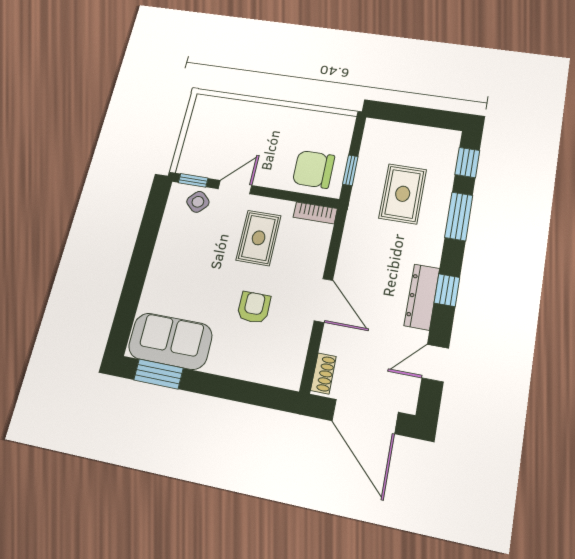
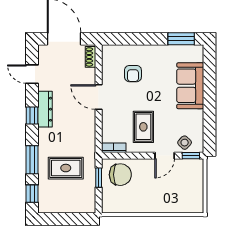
rug: (403, 194) -> (66, 168), turned 90
armchair: (254, 307) -> (133, 74), moved
sofa: (170, 341) -> (190, 86), moved, turned 90
door: (435, 363) -> (32, 74), swing flipped

